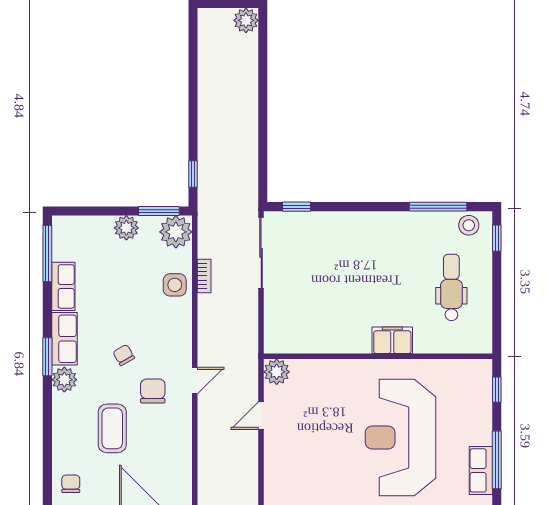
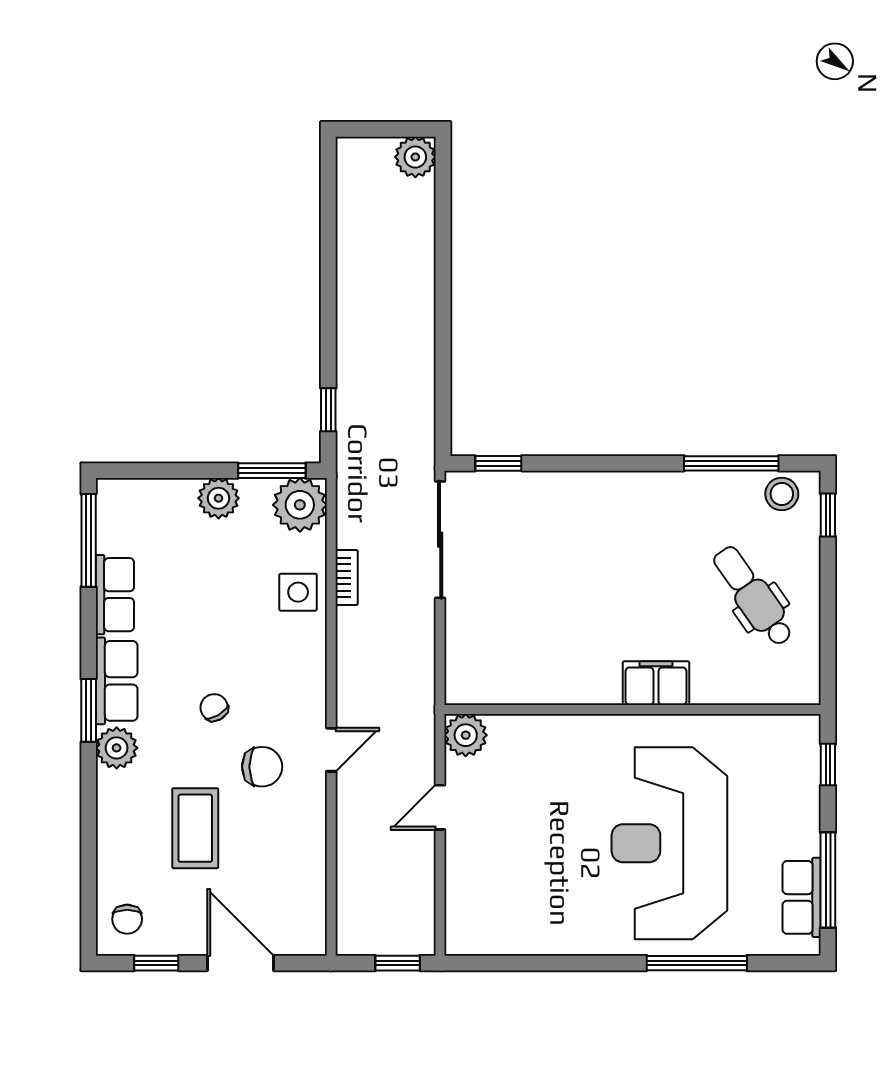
dental chair: (451, 287) -> (753, 596), turned -35
chair: (153, 391) -> (262, 767), turned 90
chair: (71, 484) -> (127, 919), turned 180

